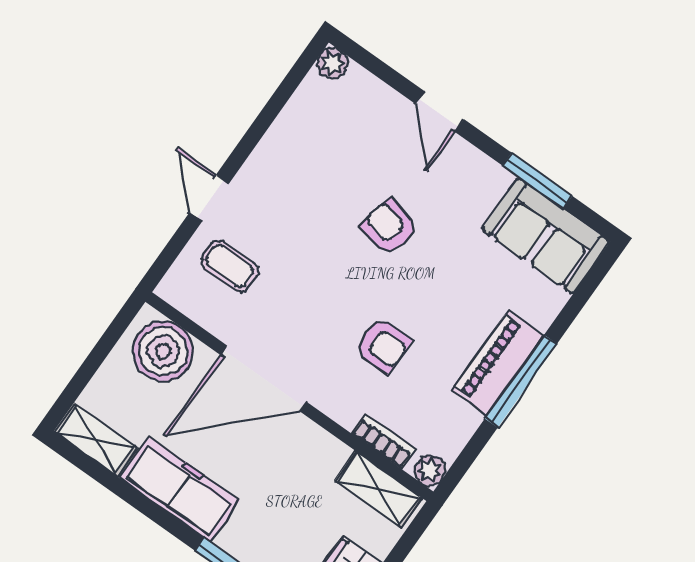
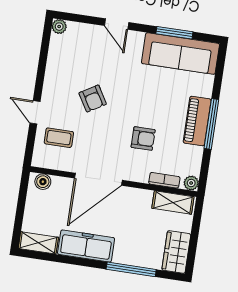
armchair: (389, 227) -> (93, 98), moved, turned -134
sofa: (546, 236) -> (180, 53), width x1.36
boiler: (163, 351) -> (43, 182), width x0.54, depth x0.54

